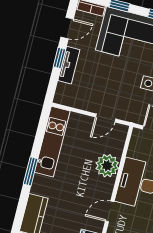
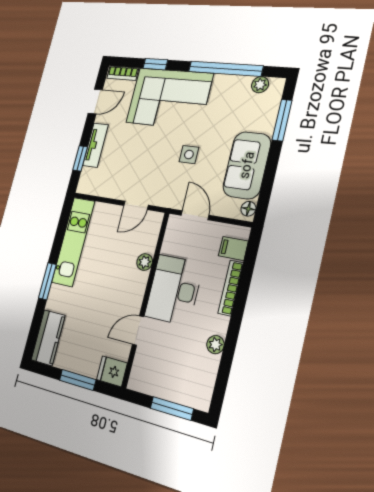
window: (59, 58) -> (80, 158), moved
plant: (107, 166) -> (145, 262), width x0.53, depth x0.53

